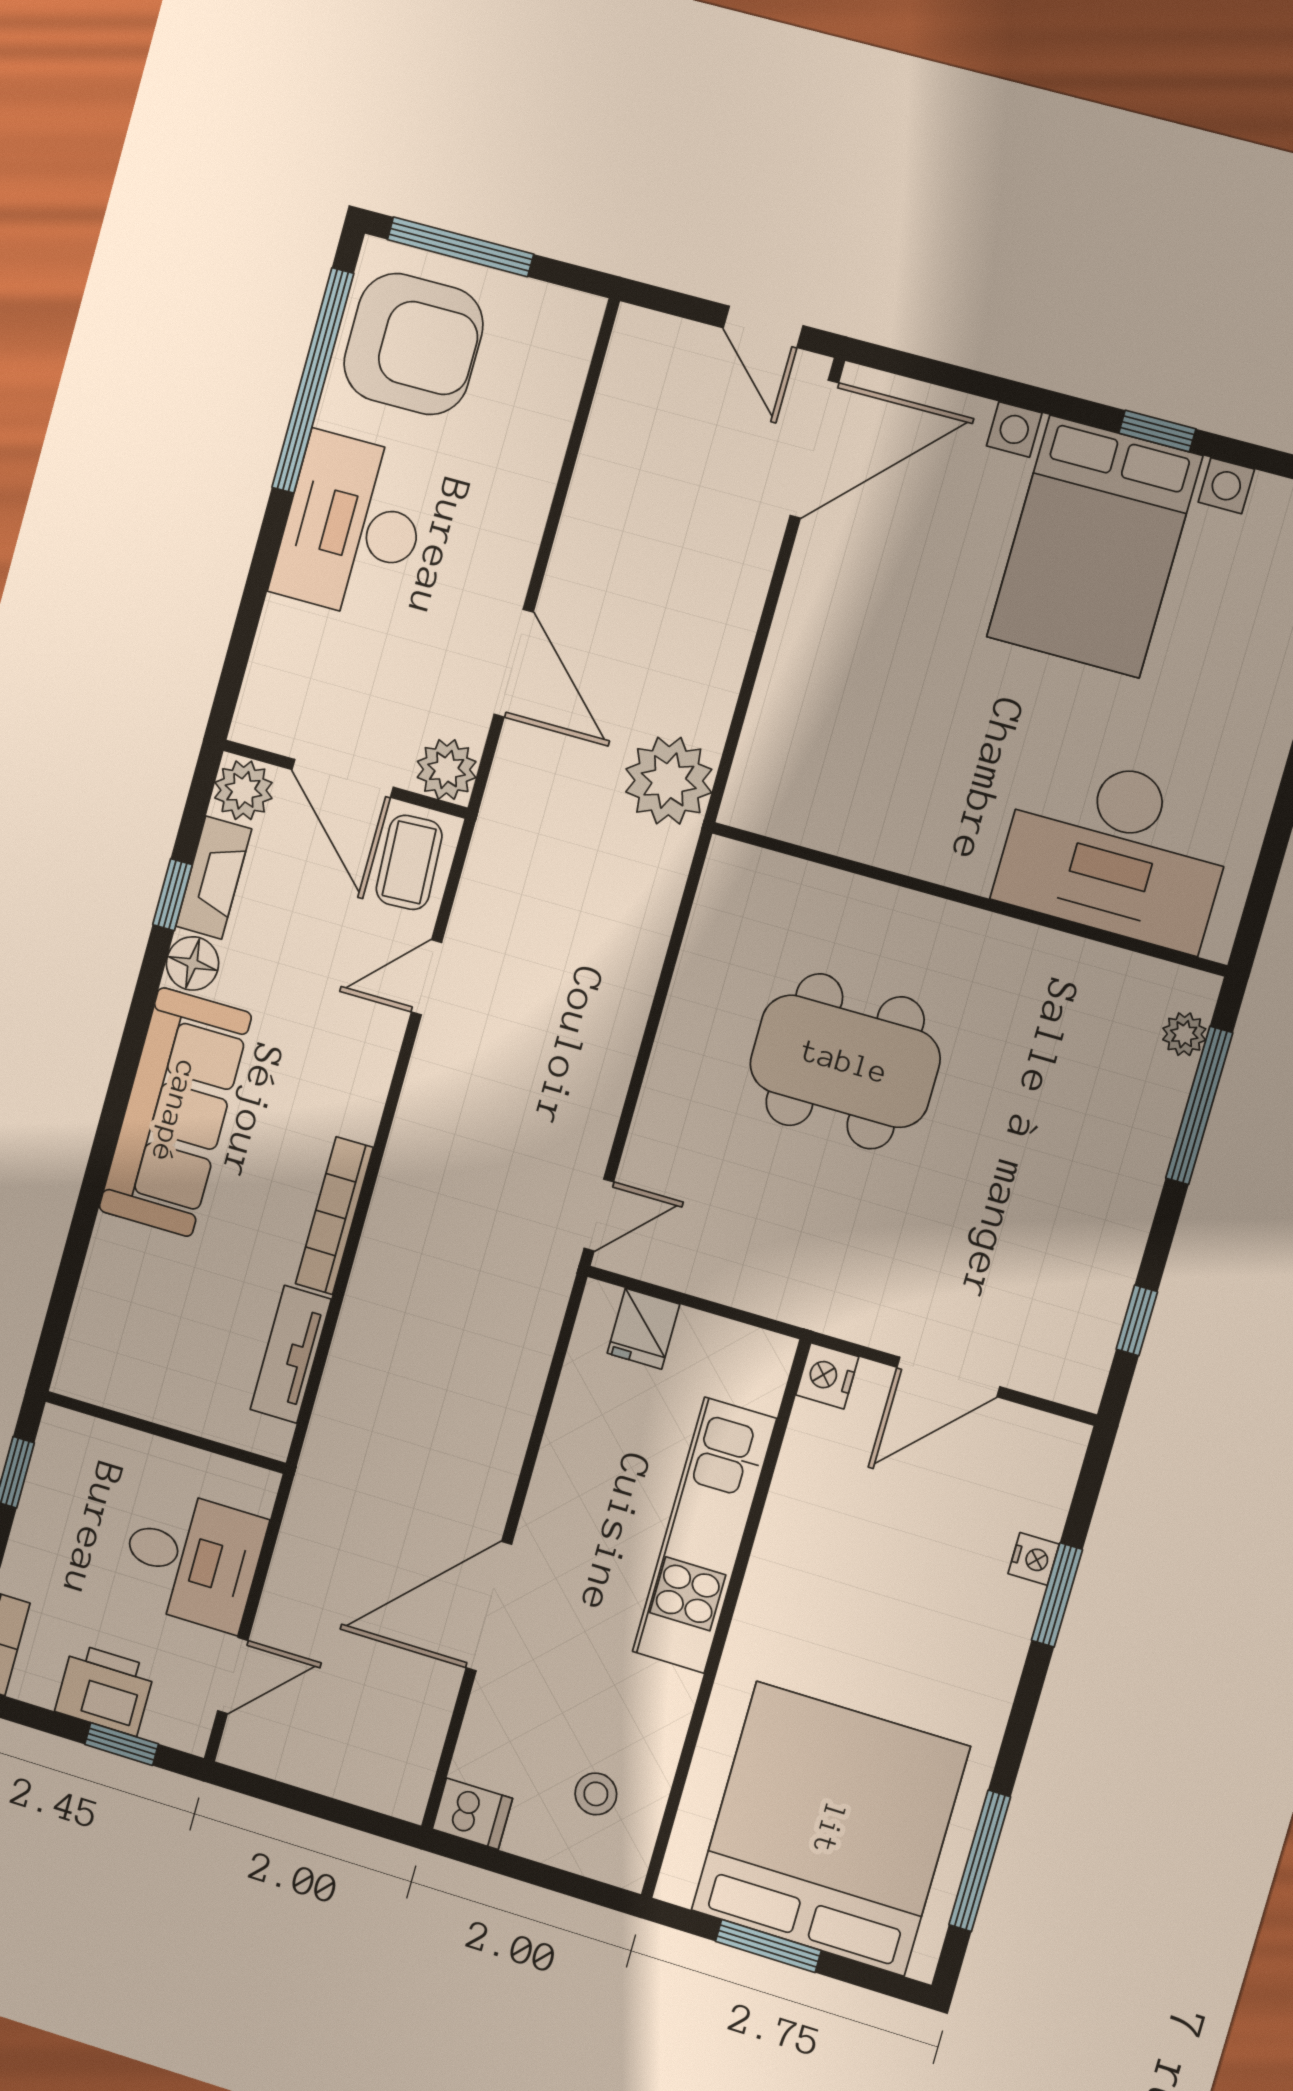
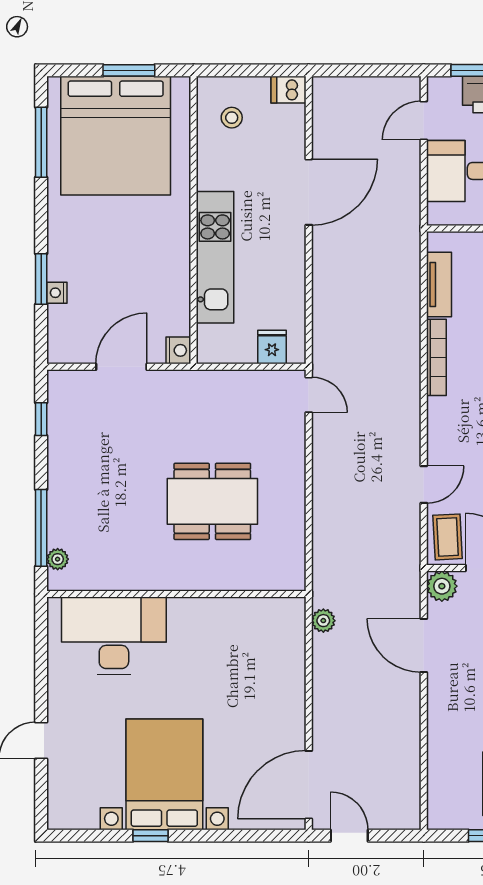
plant: (669, 781) -> (323, 621), width x0.53, depth x0.53
door: (599, 1215) -> (309, 395), swing flipped

